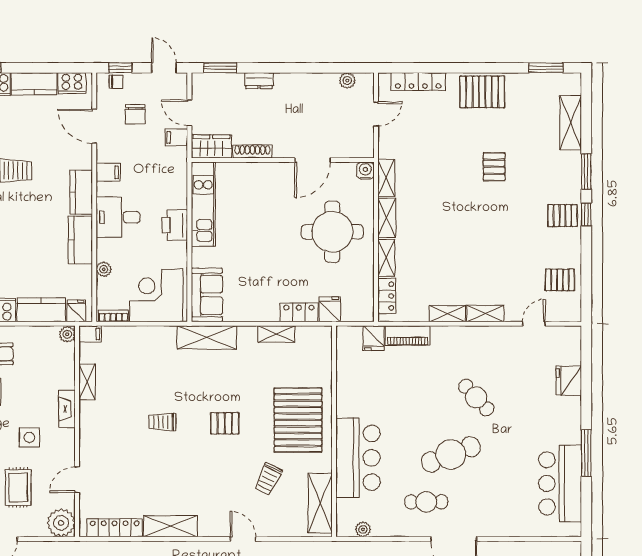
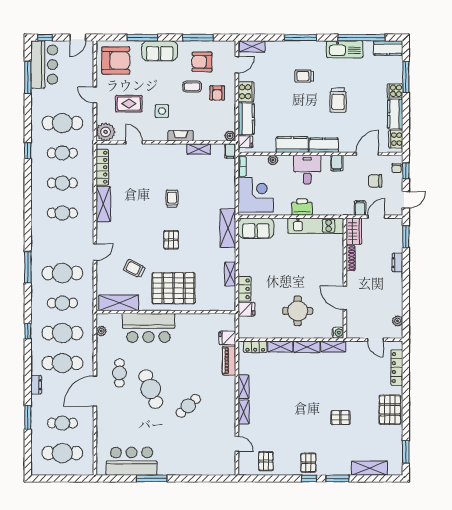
round table: (332, 232) -> (298, 311), width x0.73, depth x0.73
fridge: (569, 381) -> (199, 467), removed

